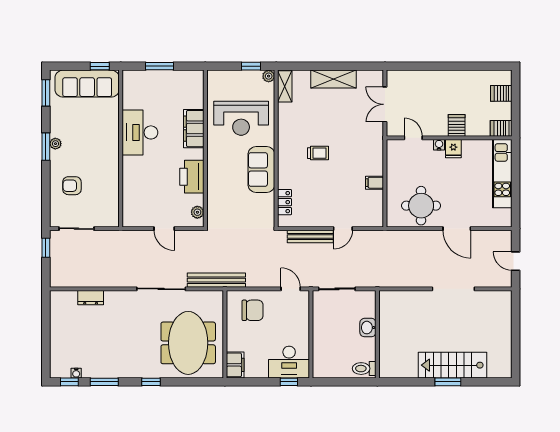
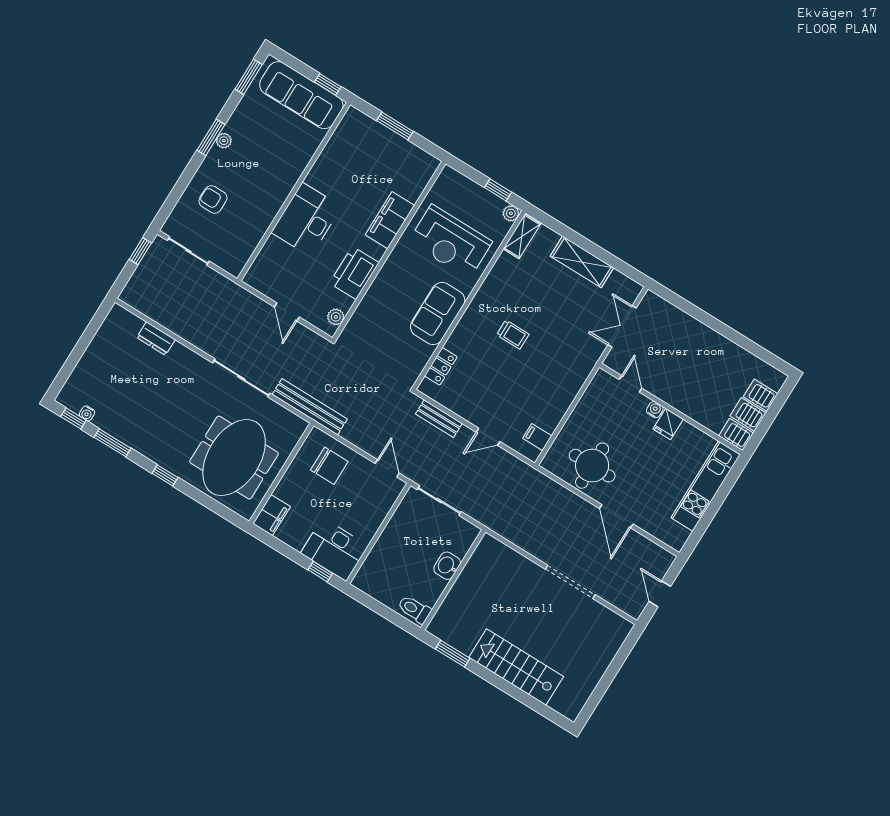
server rack: (457, 125) -> (748, 415), moved, turned -90
desk: (140, 132) -> (306, 220), moved
filing cabinet: (375, 183) -> (537, 437), moved
bench: (310, 236) -> (439, 419), width x0.73
window: (448, 382) -> (453, 654), moved

